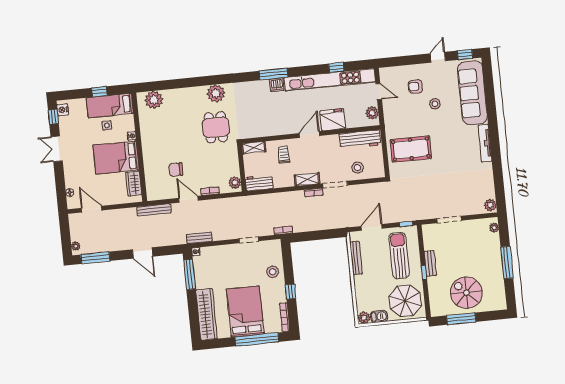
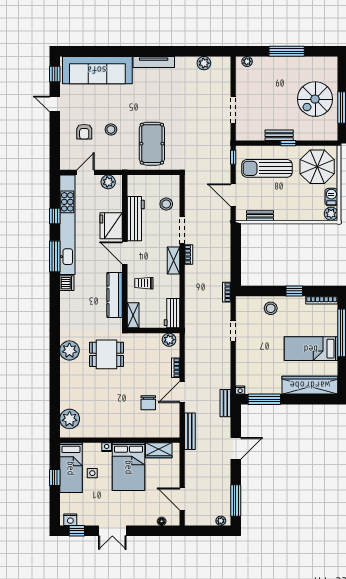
window: (273, 74) -> (55, 256), moved
stool: (435, 104) -> (111, 129), moved
kitchen counter: (270, 129) -> (115, 295), added
workbench: (360, 139) -> (136, 219), moved
plant: (490, 205) -> (204, 63), moved
door: (92, 209) -> (182, 499), hinge flipped
bench: (199, 238) -> (225, 403), moved
bench: (356, 258) -> (260, 216), width x0.73
bed: (245, 311) -> (311, 349), width x0.67

